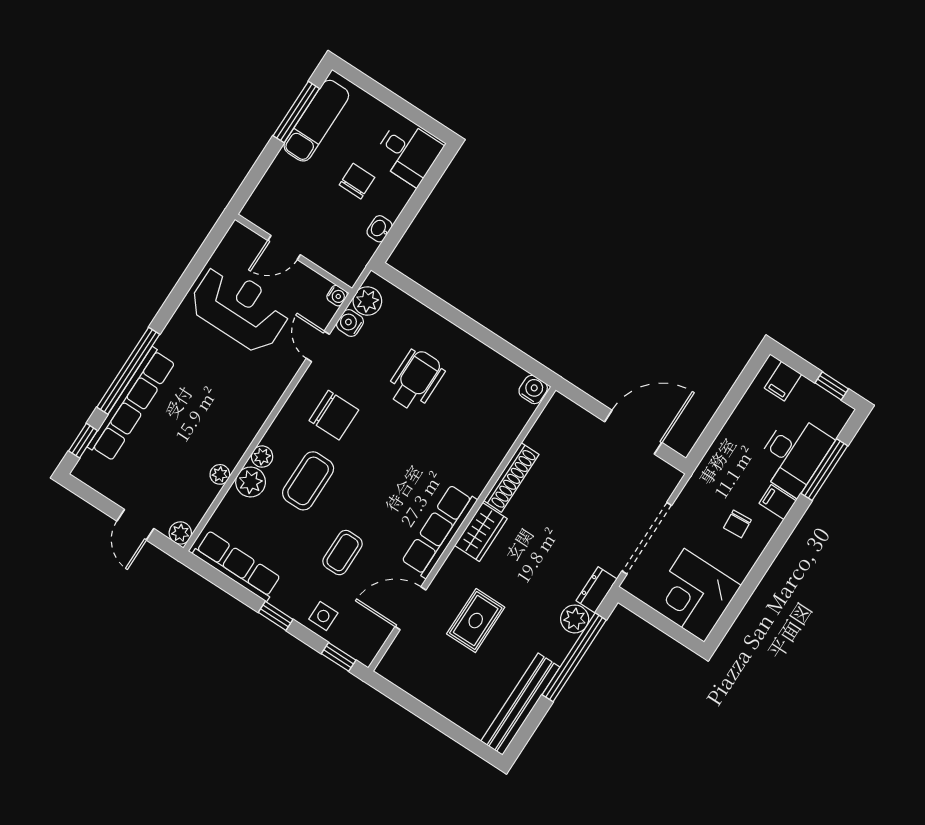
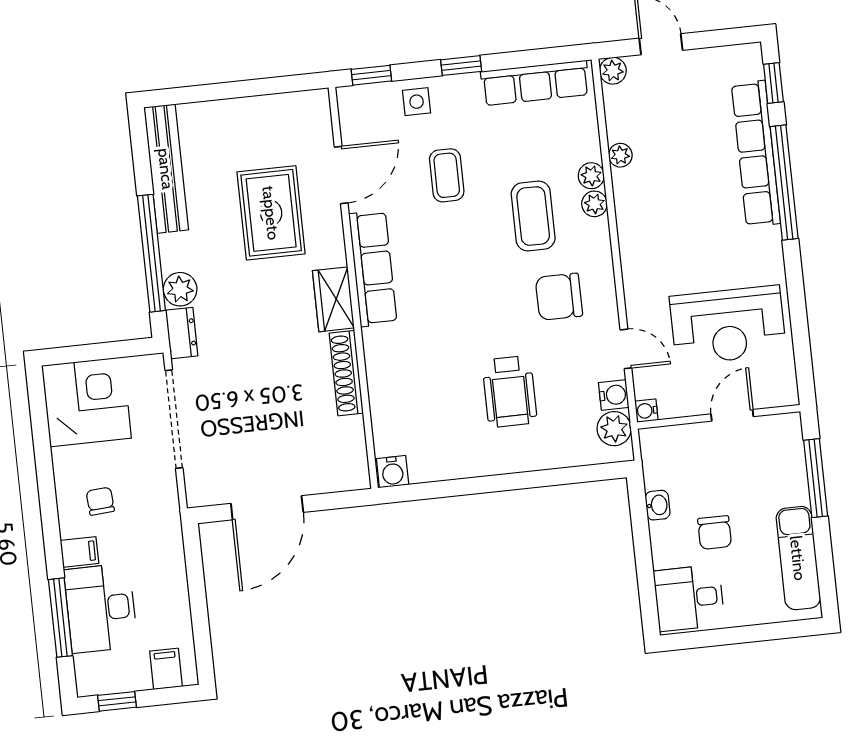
window: (296, 112) -> (816, 478), moved
plant: (251, 482) -> (591, 176), width x0.73, depth x0.73
rug: (476, 621) -> (271, 213), width x1.36, depth x1.43

